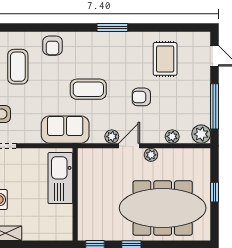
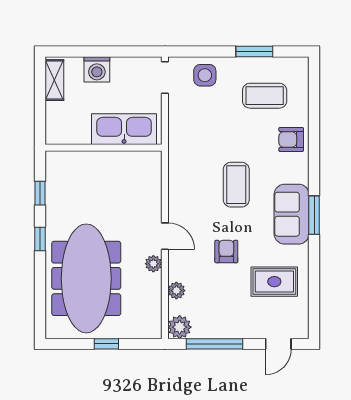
sofa: (65, 130) -> (292, 214), moved, turned 180
plant: (112, 137) -> (176, 214), removed
kitchen sink: (60, 178) -> (124, 129), moved
wall: (75, 194) -> (103, 148), moved

